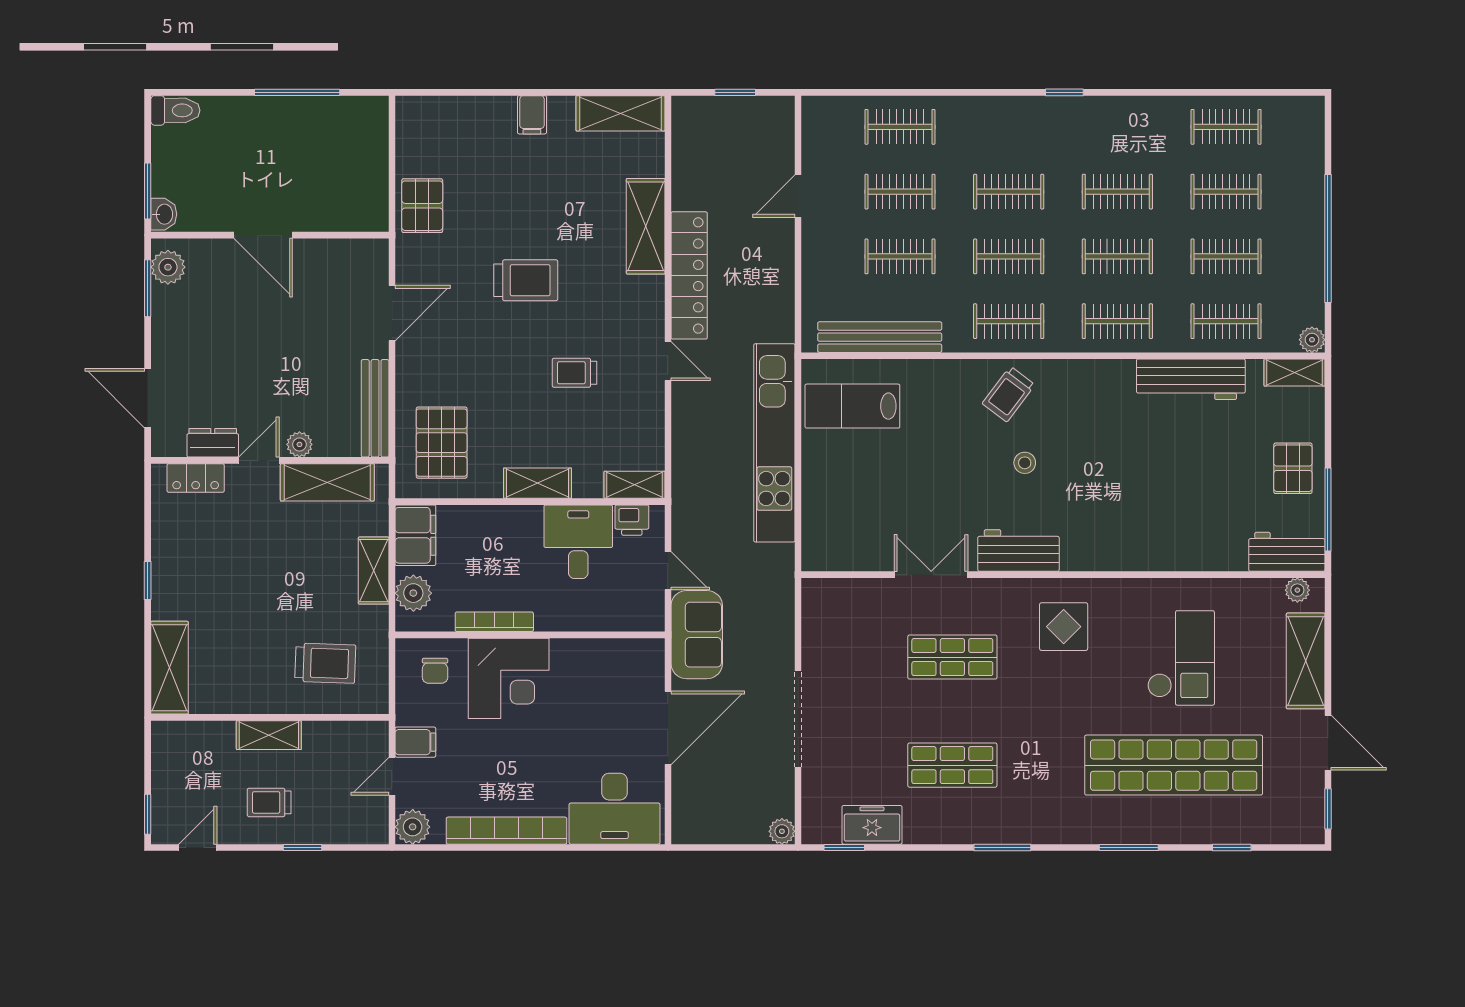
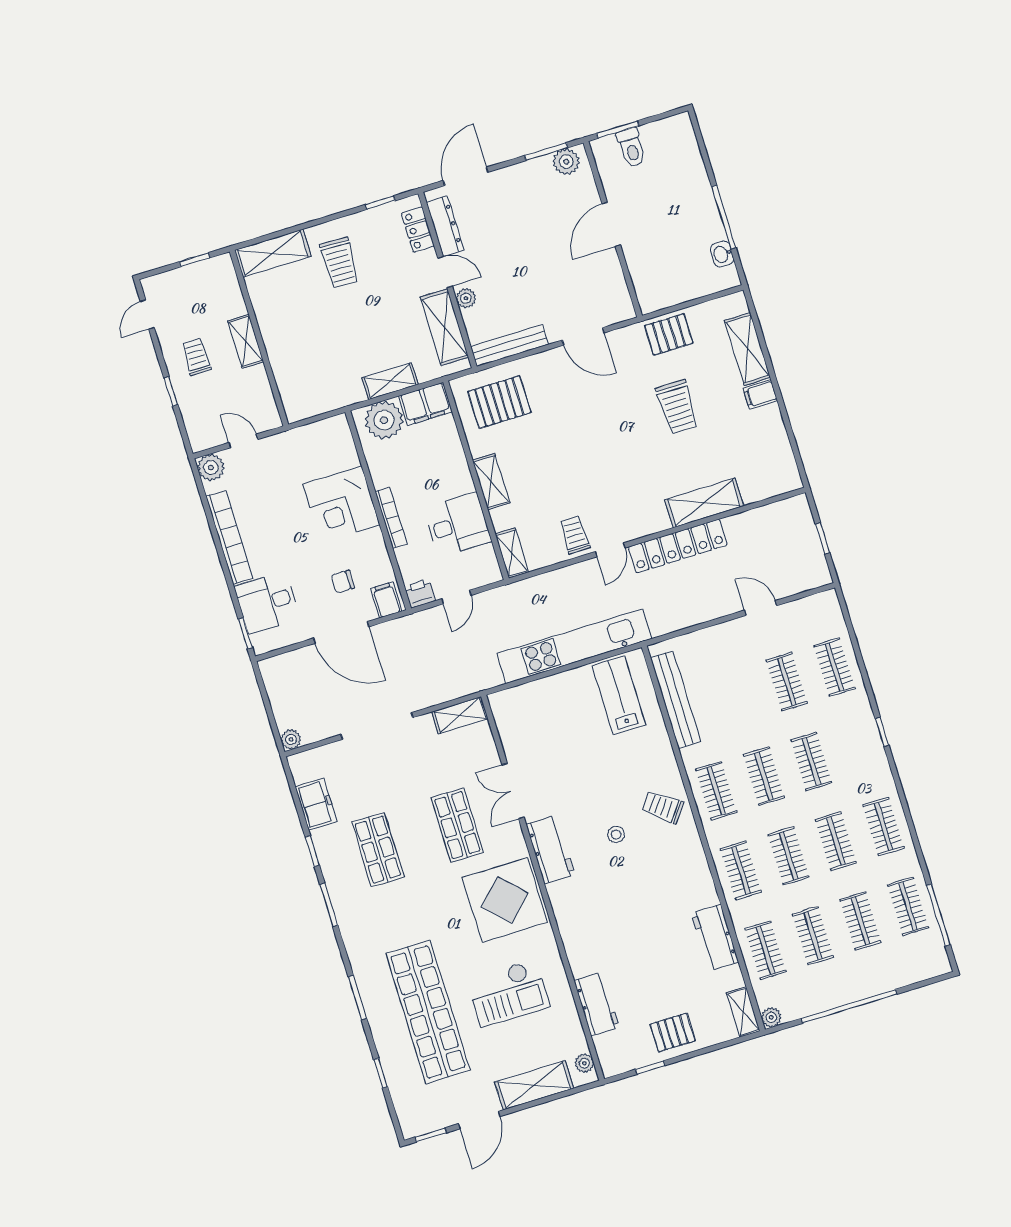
window: (1064, 92) -> (882, 732), moved
window: (1249, 92) -> (938, 915), added
toilet: (175, 110) -> (631, 148), moved
shelving: (620, 113) -> (747, 349), moved
washbasin: (164, 214) -> (722, 254), moved, turned 90
clothes rail: (900, 256) -> (883, 827), moved
trolley: (526, 280) -> (677, 407), moved
trolley: (574, 373) -> (575, 535), moved
workbench: (1191, 379) -> (715, 937), width x0.73
dresser: (213, 443) -> (445, 226), width x1.44
window: (1328, 510) -> (650, 1067), width x0.46
printer: (632, 520) -> (420, 594), moved, turned 90
workbench: (1287, 552) -> (597, 1004), moved
double door: (931, 575) -> (513, 791), swing flipped
window: (148, 580) -> (380, 203), moved
plant: (413, 593) -> (384, 420), width x1.36, depth x1.36
shelving: (816, 612) -> (460, 715), added
bookcase: (494, 622) -> (391, 518), moved
display table: (1064, 627) -> (505, 900), width x1.86, depth x1.86
sofa: (697, 635) -> (416, 633), removed
trolley: (325, 663) -> (340, 263), moved
chair: (435, 671) -> (343, 582), moved
filing cabinet: (415, 742) -> (386, 600), moved, turned 180
desk: (615, 809) -> (267, 603), width x0.73
window: (148, 814) -> (195, 260), moved
door: (198, 847) -> (147, 315), swing flipped
window: (632, 847) -> (245, 633), added
window: (844, 847) -> (312, 851), moved

